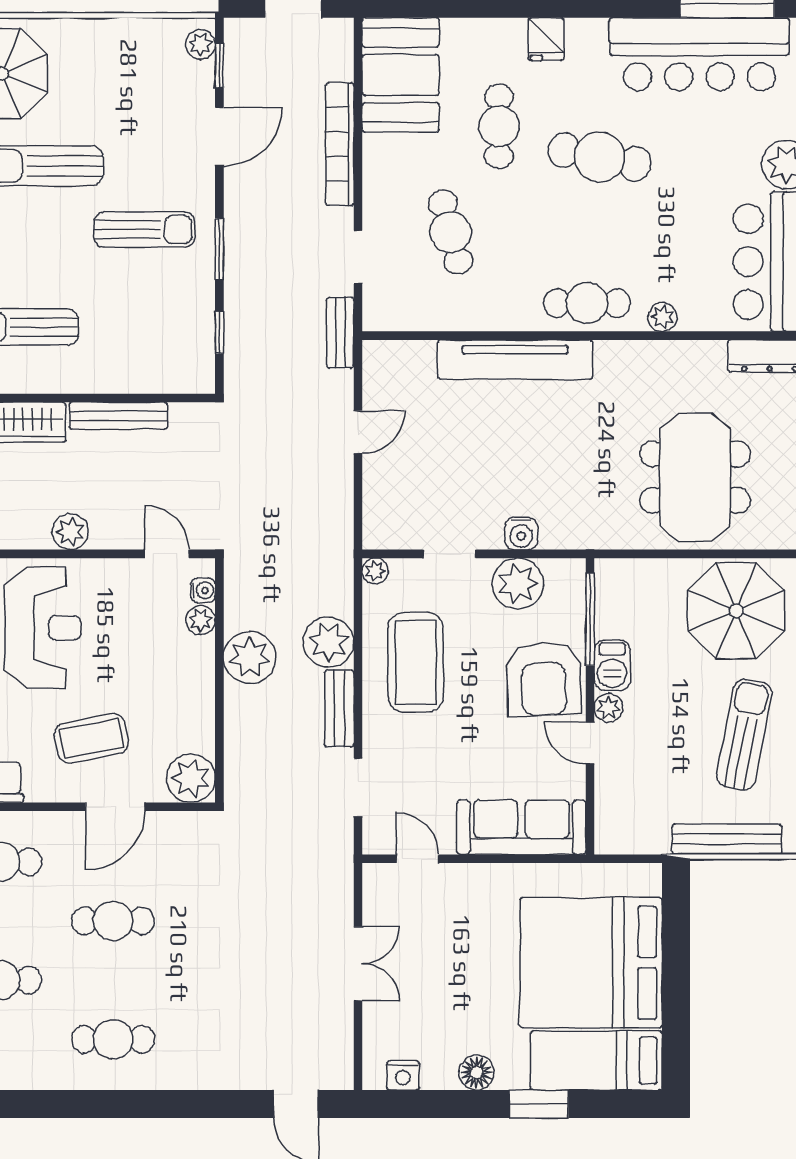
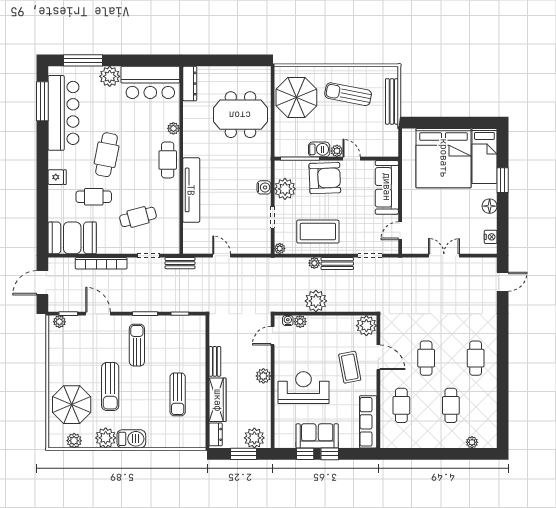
bench: (118, 416) -> (215, 361), width x0.73
plant: (329, 642) -> (314, 263), width x0.53, depth x0.53
door: (590, 743) -> (352, 159), swing flipped

